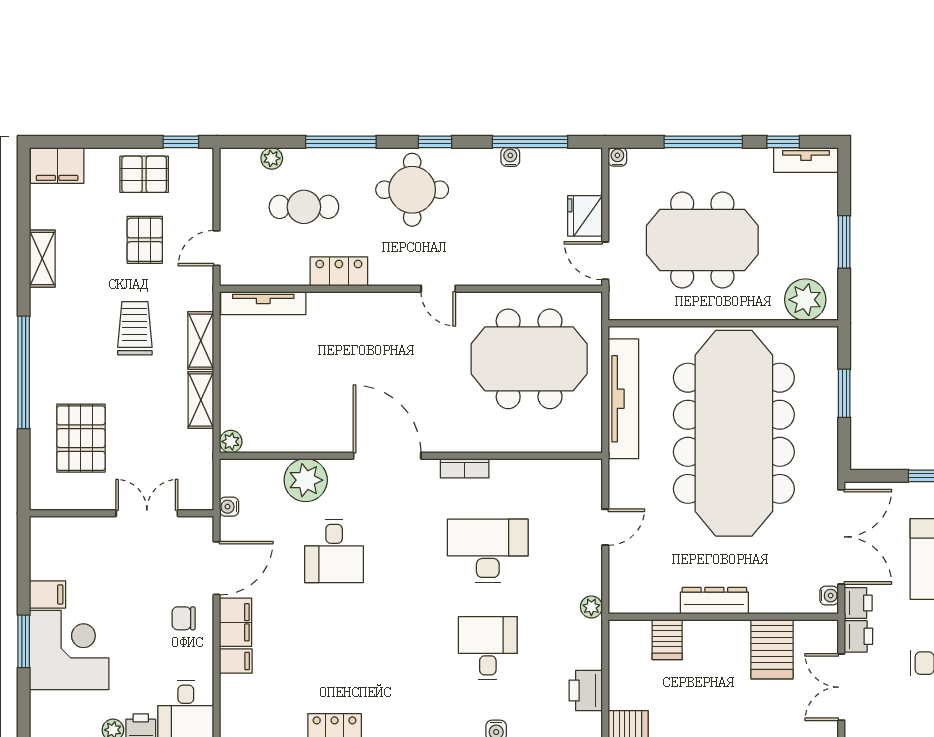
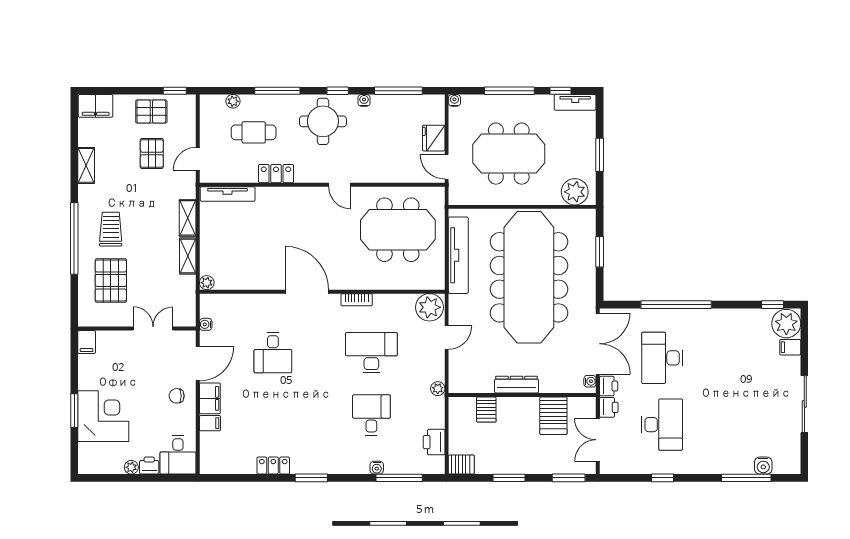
water cooler: (510, 157) -> (364, 100), moved
trolley: (135, 328) -> (111, 229), moved
plant: (306, 480) -> (429, 307), moved
filing cabinet: (48, 594) -> (87, 342), moved, turned 90

